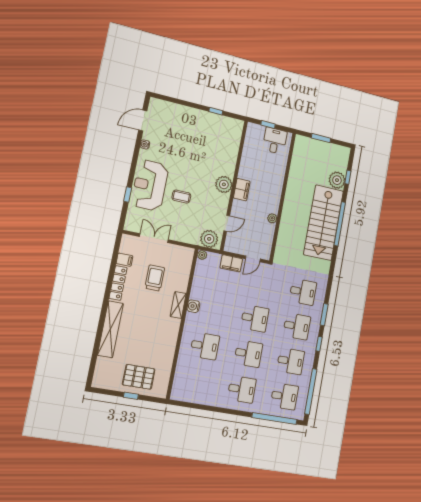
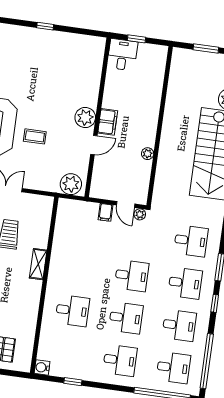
window: (216, 111) -> (45, 26), moved
desk: (275, 141) -> (122, 55), moved
door: (227, 223) -> (94, 145), moved
plant: (202, 255) -> (140, 214), moved
door: (253, 259) -> (126, 205), hinge flipped
filing cabinet: (231, 263) -> (106, 212), width x0.50
water cooler: (193, 306) -> (42, 367), moved
window: (202, 407) -> (73, 382), added

